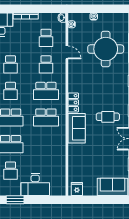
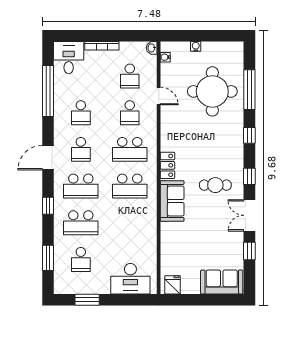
desk: (35, 184) -> (130, 279), moved

